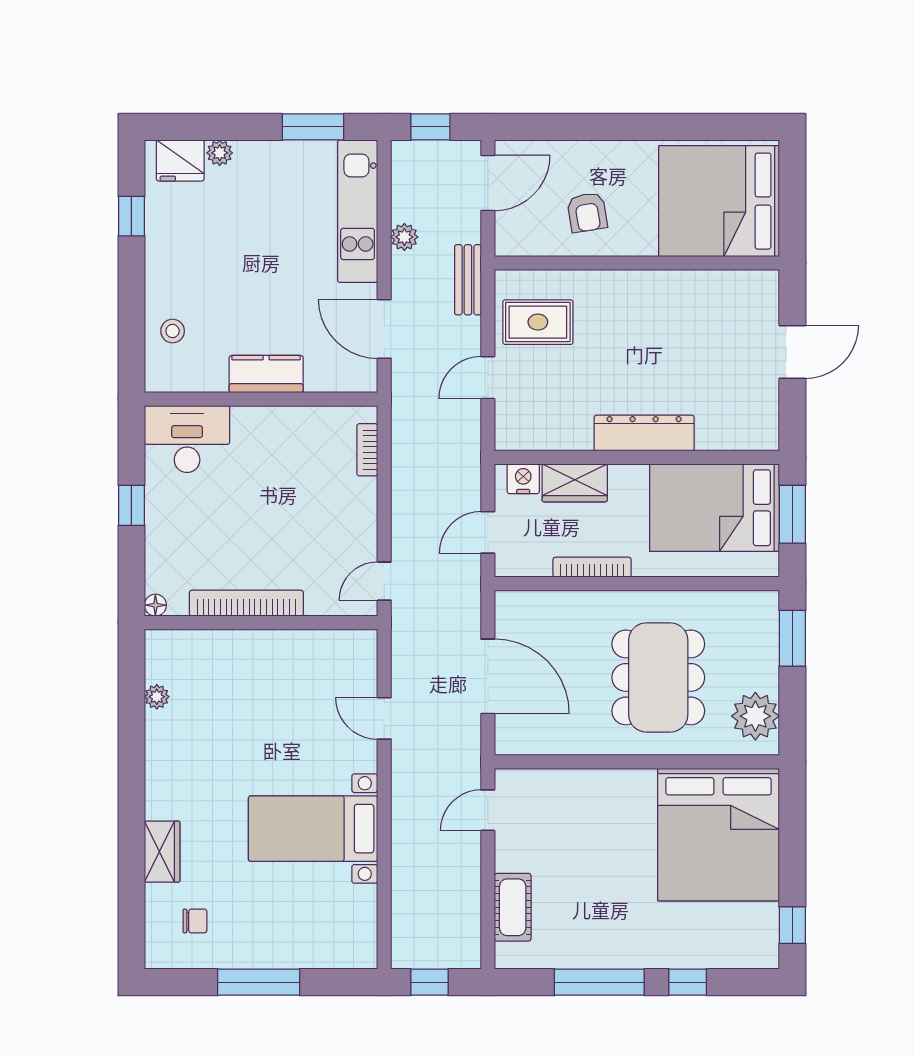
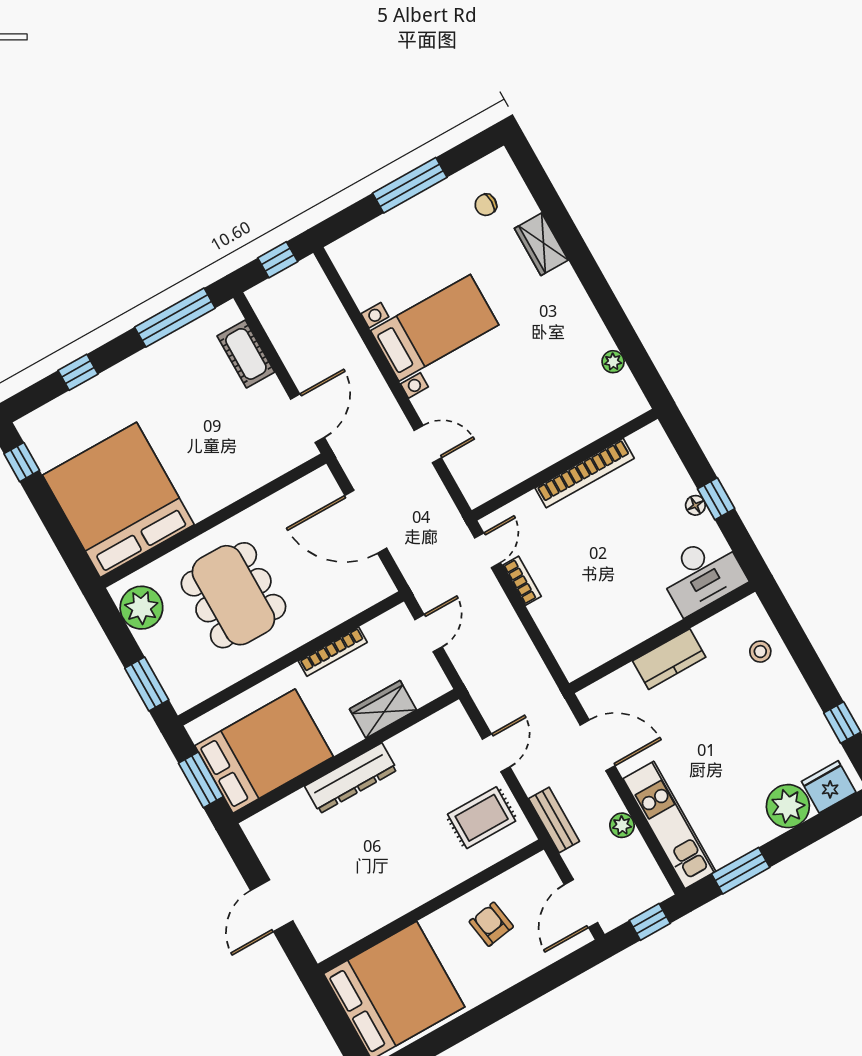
plant: (220, 153) -> (788, 806), width x1.87, depth x1.87
bookcase: (367, 450) -> (522, 581), moved
nightstand: (523, 479) -> (425, 690), removed
floor lamp: (155, 605) -> (695, 505), moved
door: (488, 810) -> (307, 418), width x1.38
window: (599, 982) -> (175, 318), moved

